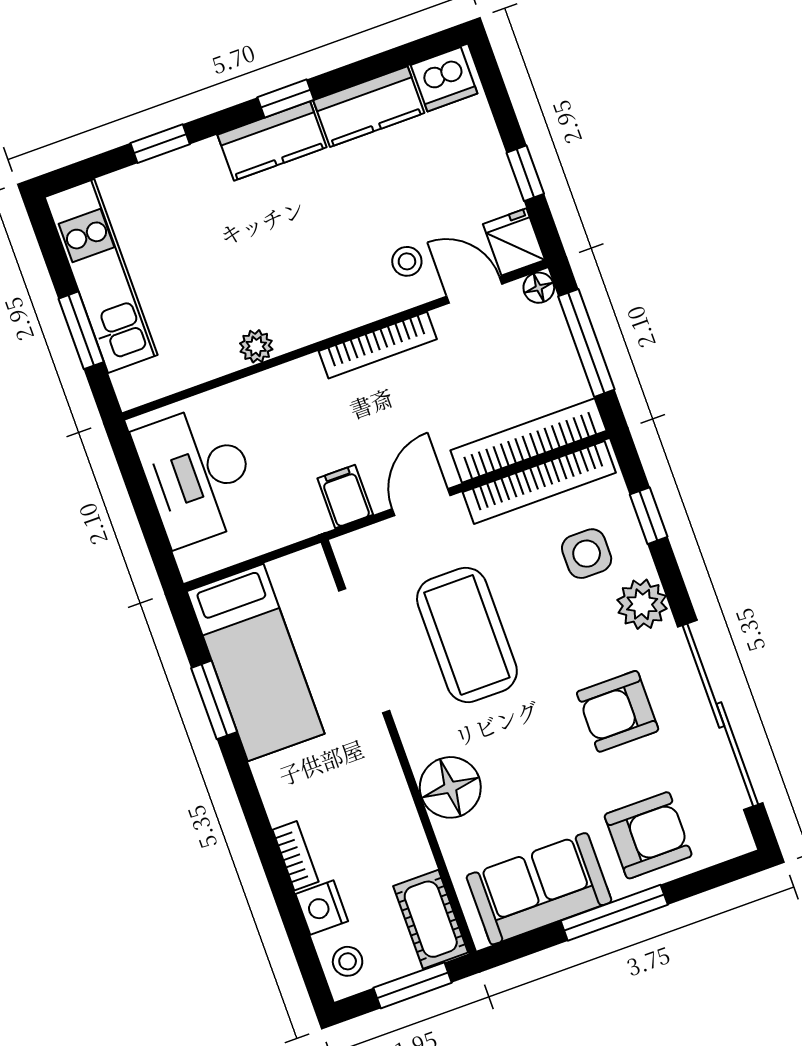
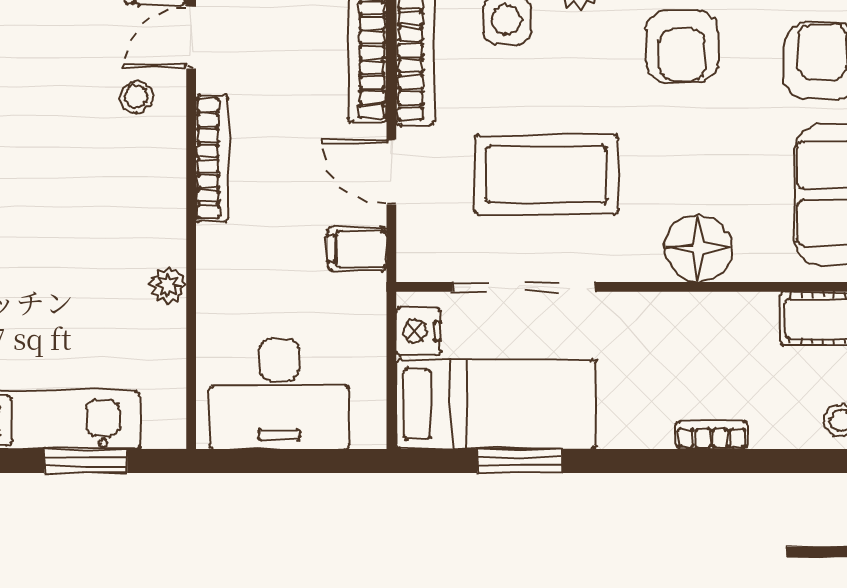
nightstand: (322, 908) -> (418, 331), moved, turned 90

